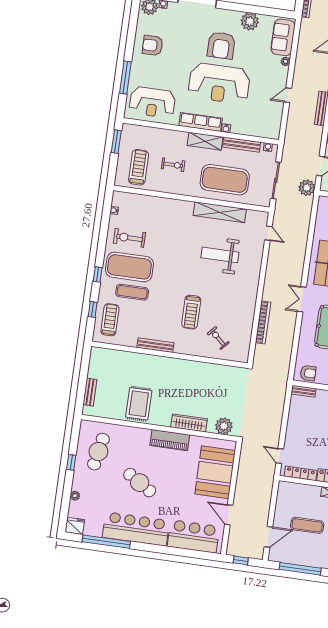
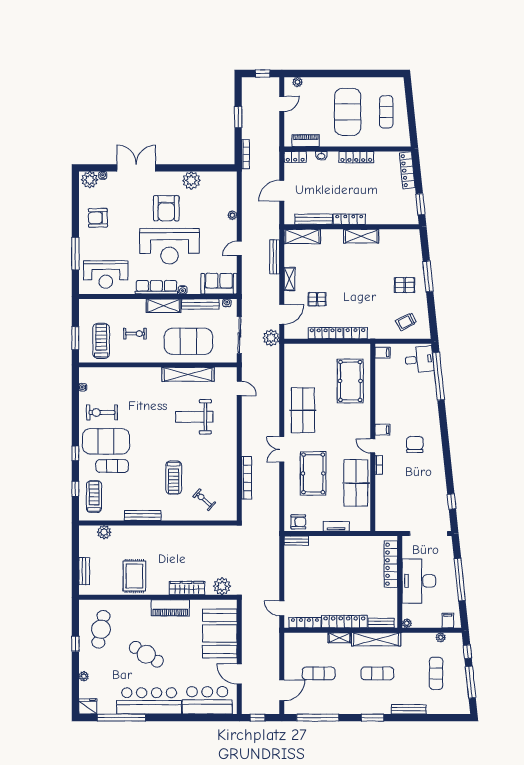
sofa: (283, 37) -> (219, 284), moved, turned 90
window: (116, 142) -> (75, 338), moved
plant: (115, 356) -> (104, 532), added

